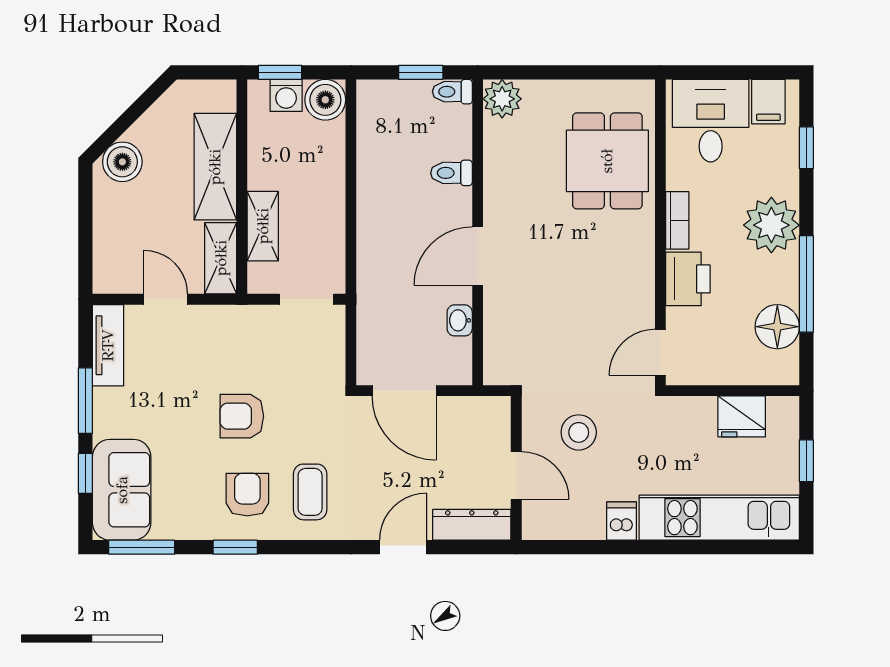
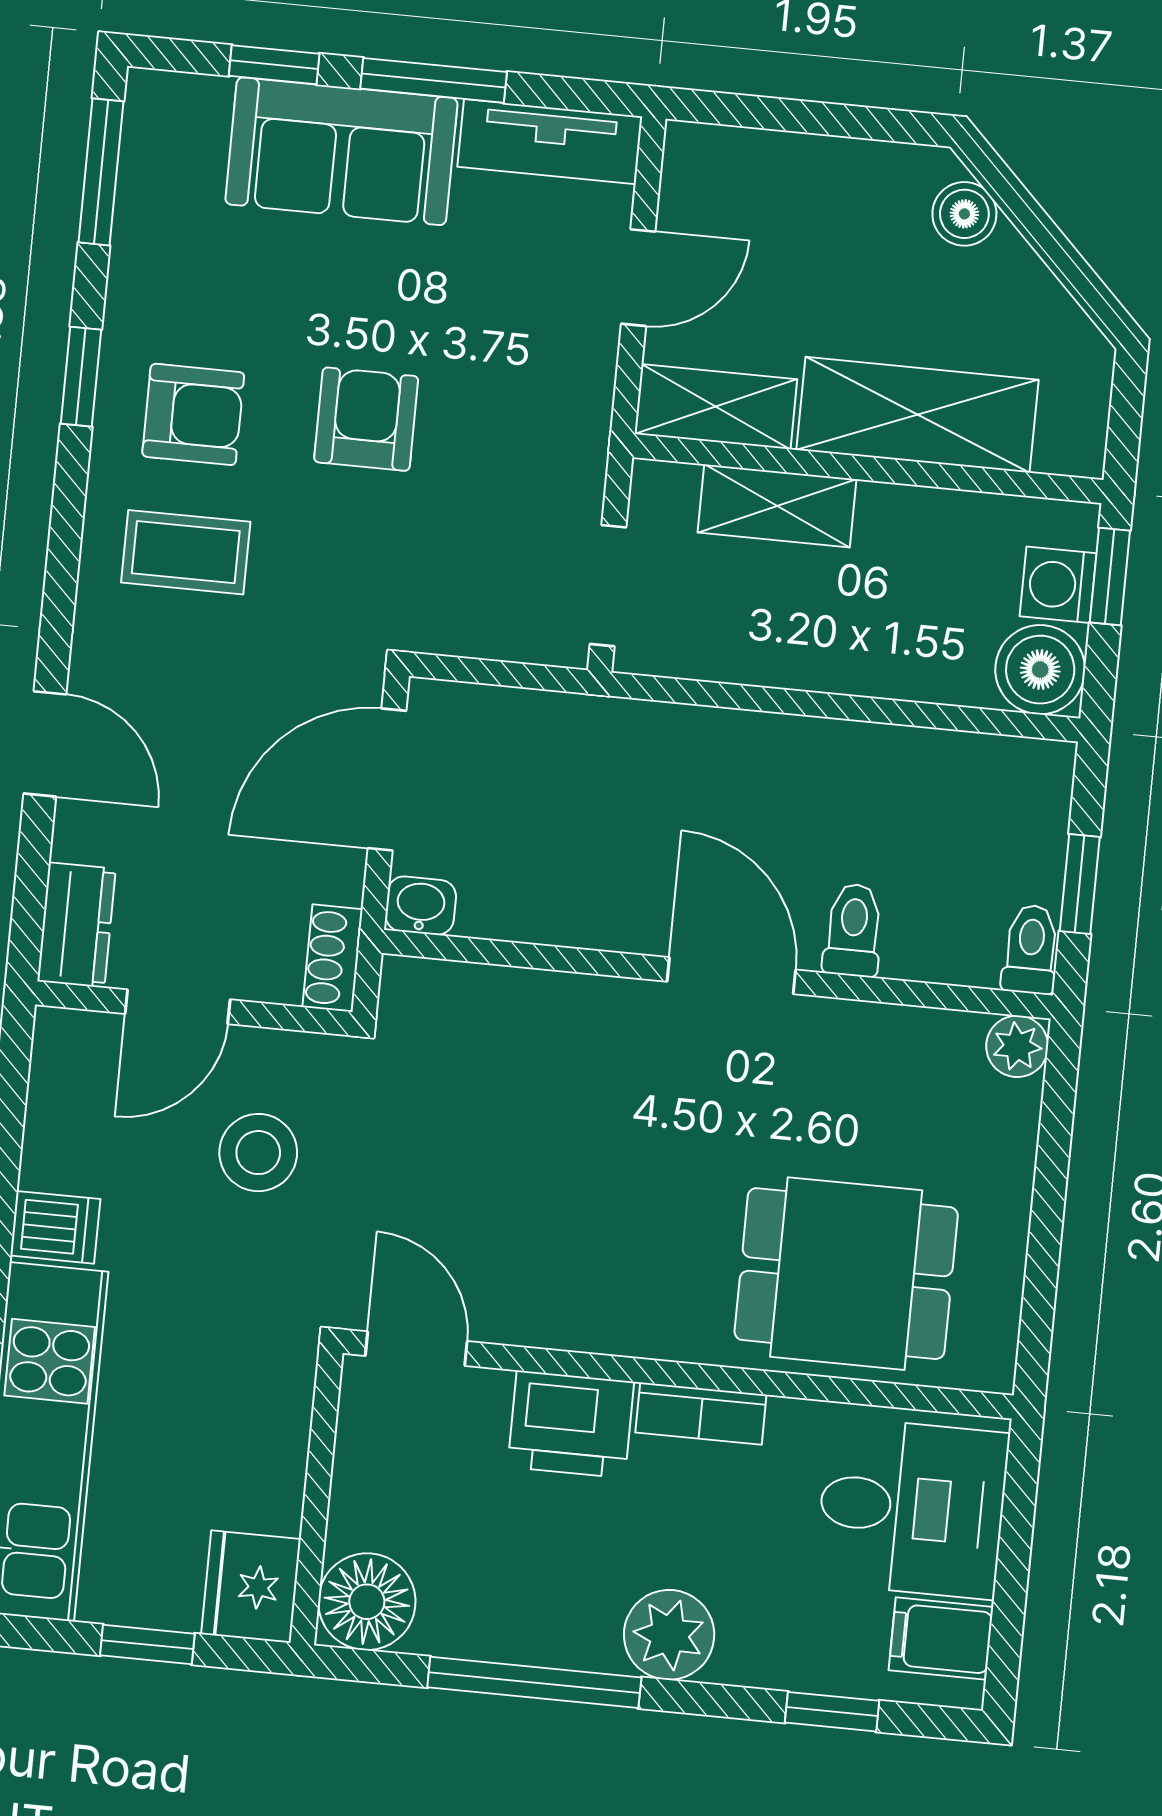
plant: (502, 99) -> (1017, 1046), width x0.73, depth x0.73
boiler: (122, 162) -> (964, 214), width x0.73, depth x0.73
plant: (771, 225) -> (669, 1635), width x0.73, depth x0.73
door: (478, 256) -> (731, 976), moved
washbasin: (460, 320) -> (421, 906), moved
floor lamp: (777, 327) -> (367, 1602), moved
shoe rack: (487, 407) -> (333, 958), added
fridge: (742, 416) -> (251, 1587), moved
sofa: (122, 490) -> (341, 151), moved
dresser: (472, 525) -> (77, 925), width x0.70

